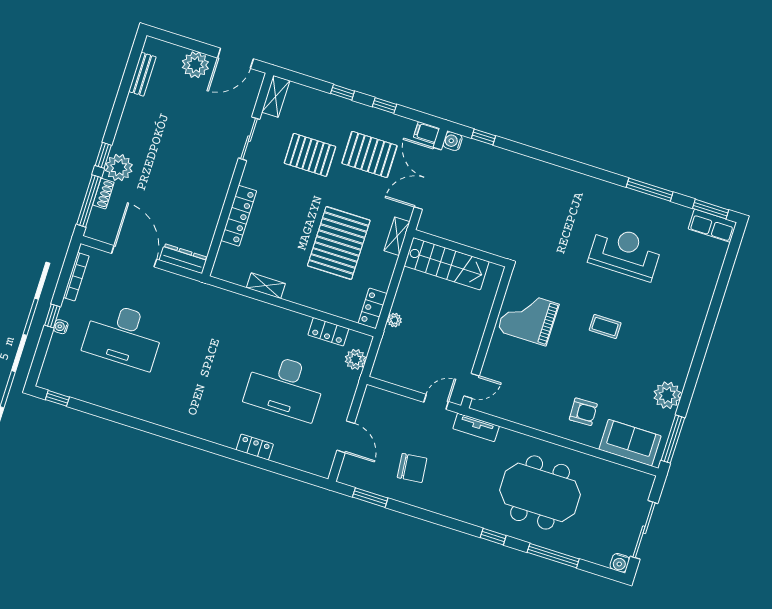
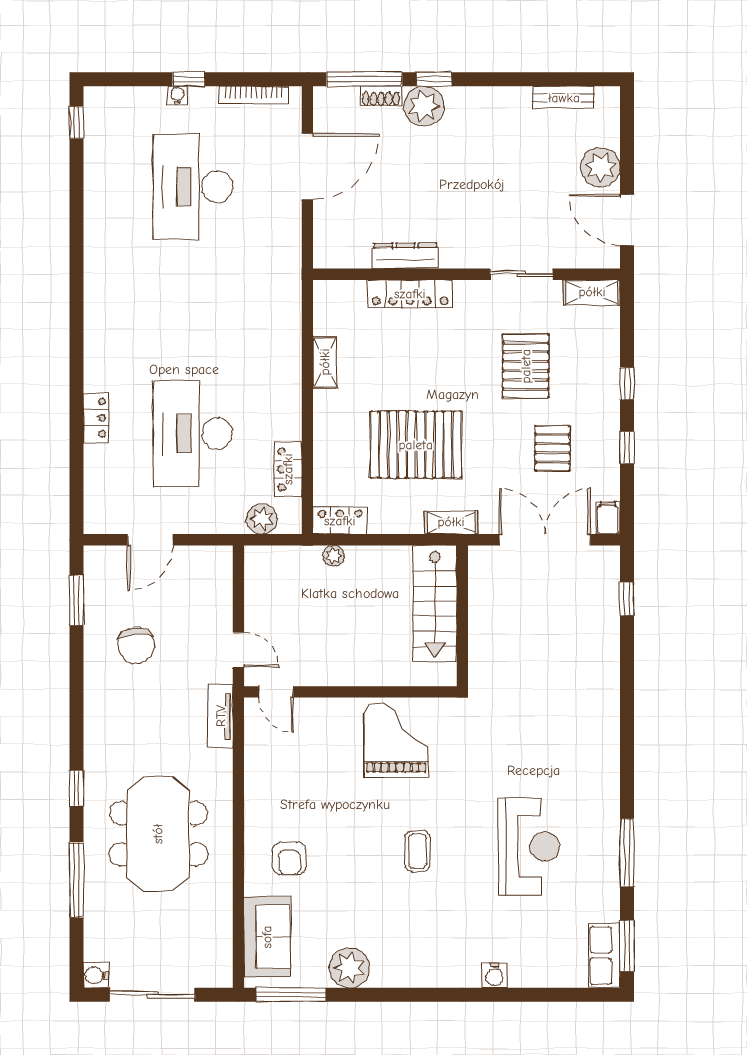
water cooler: (453, 141) -> (494, 975), moved, turned 180
pallet: (369, 154) -> (552, 448), width x0.67, depth x0.71
dresser: (183, 259) -> (405, 256), moved, turned -90

